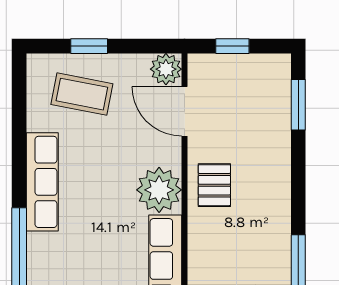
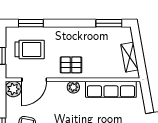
trolley: (245, 102) -> (30, 49), added
plant: (159, 190) -> (73, 87), width x0.53, depth x0.53

